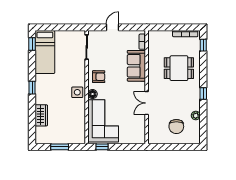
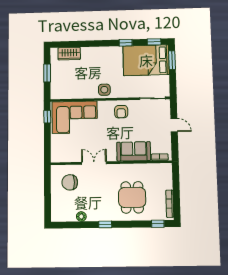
window: (50, 27) -> (172, 60), added
bed: (45, 52) -> (146, 60), width x1.50
window: (32, 88) -> (126, 43), moved
floor lamp: (93, 94) -> (103, 106), removed
wardrobe: (41, 115) -> (69, 54), moved
chair: (176, 126) -> (70, 182), moved

